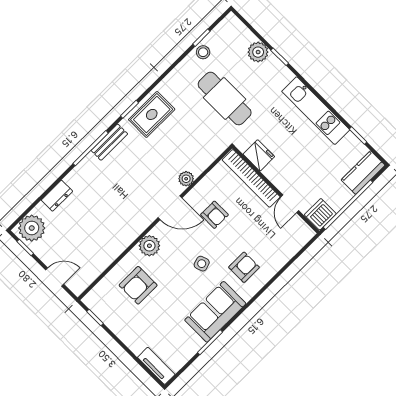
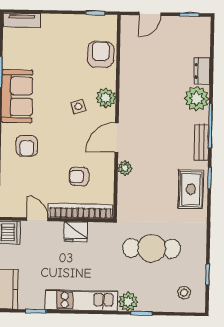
stool: (203, 52) -> (184, 293), moved
plant: (258, 52) -> (128, 302), moved
fridge: (259, 155) -> (76, 232), moved
armchair: (214, 215) -> (79, 177), moved
plant: (32, 228) -> (197, 99), moved
side table: (202, 264) -> (78, 106), moved
armchair: (138, 285) -> (101, 54), moved

